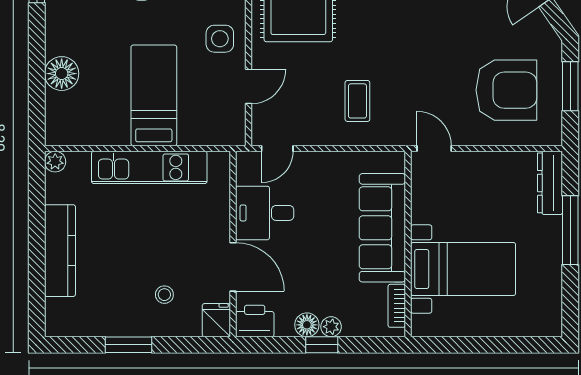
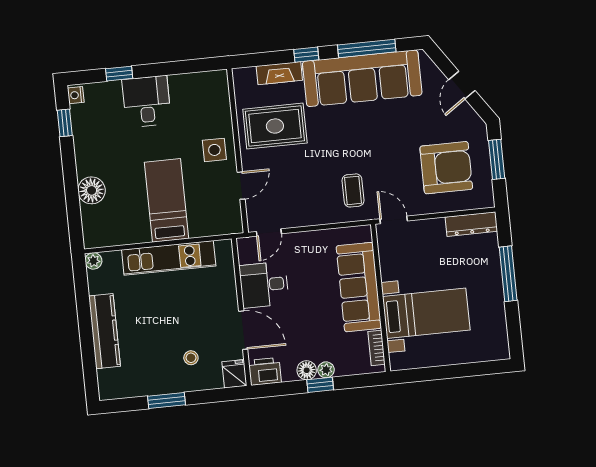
coffee table: (357, 101) -> (353, 190), moved
dresser: (550, 183) -> (471, 224), moved, turned -90

